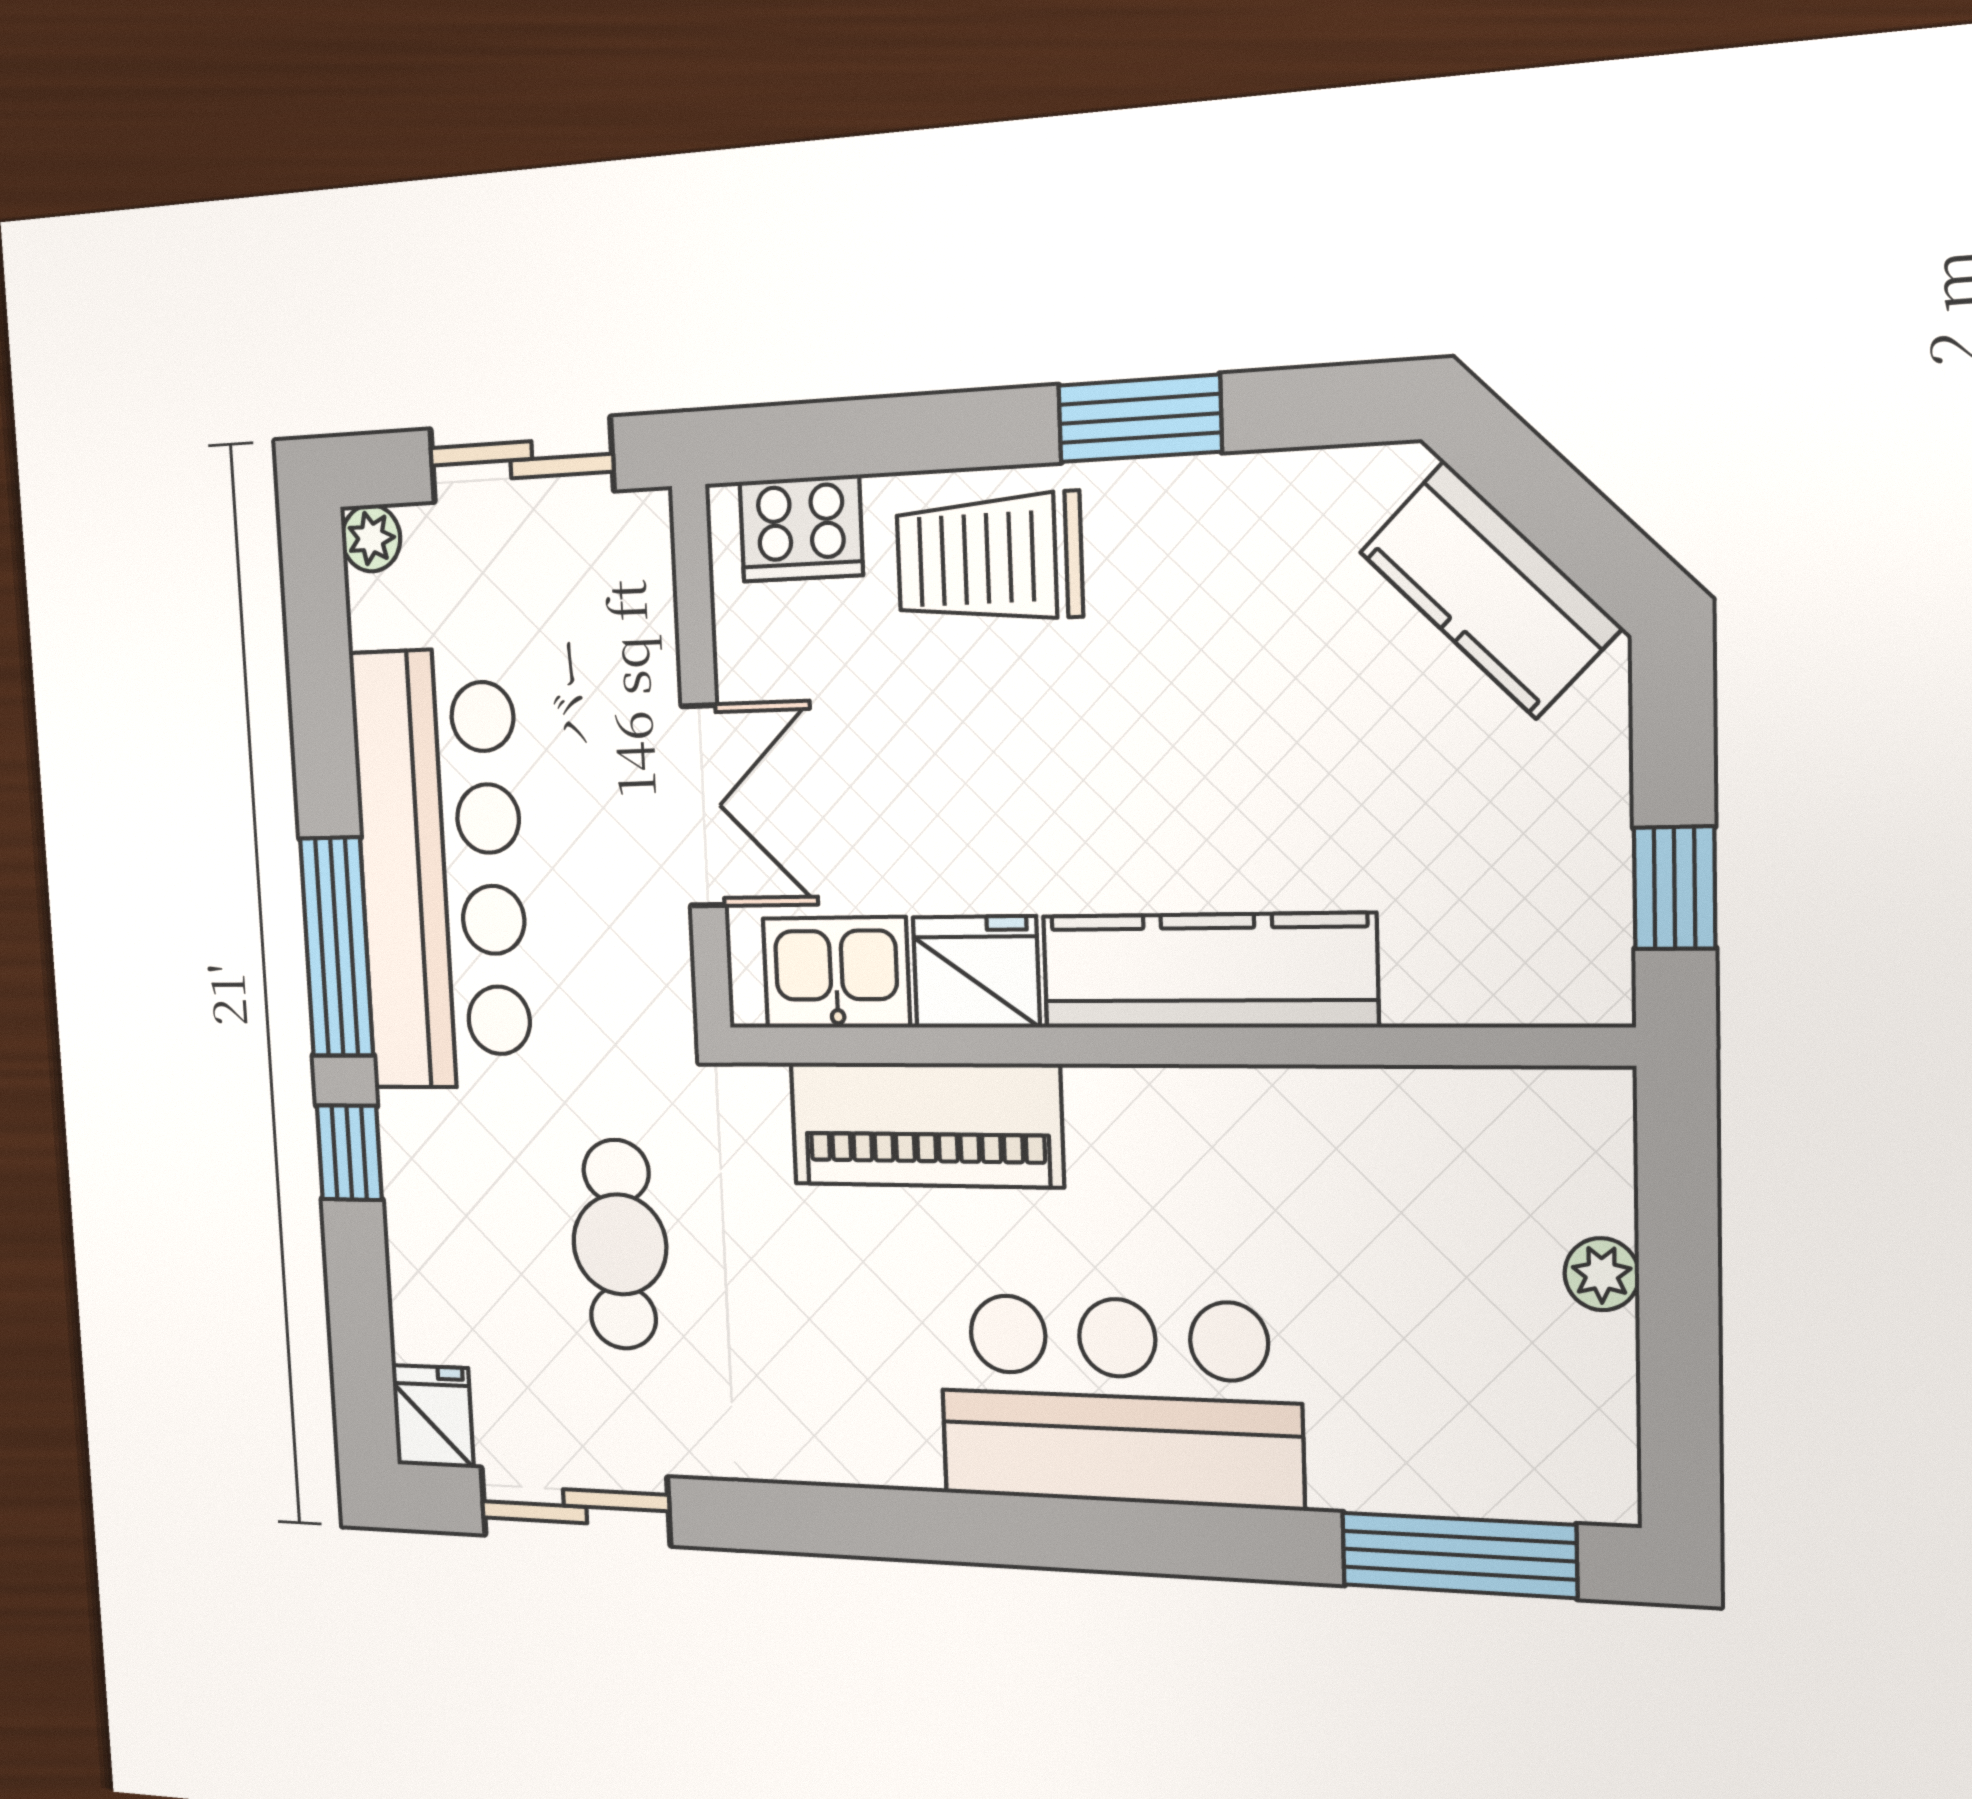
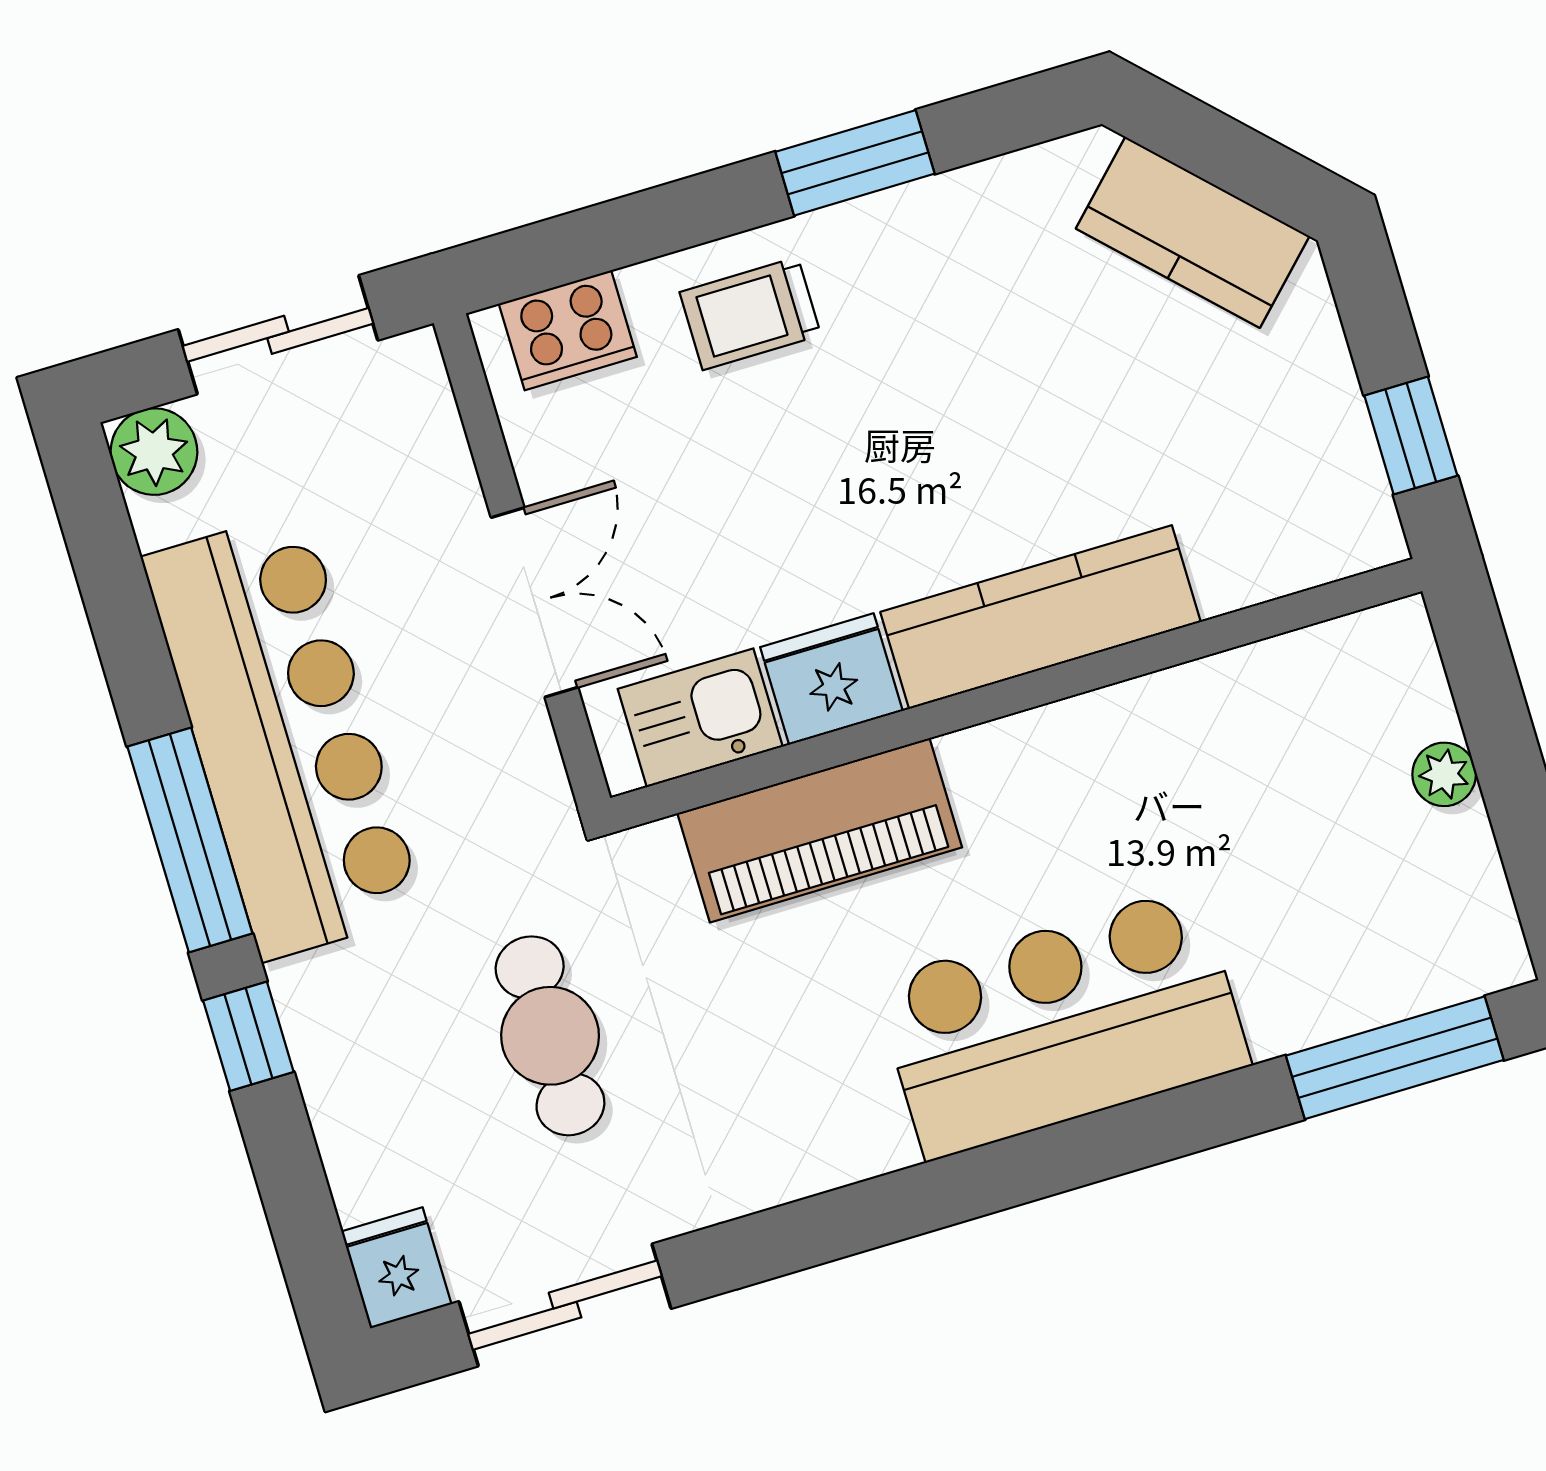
plant: (371, 538) -> (154, 452), width x1.38, depth x1.38
trolley: (989, 558) -> (750, 314), width x0.73, depth x0.72

